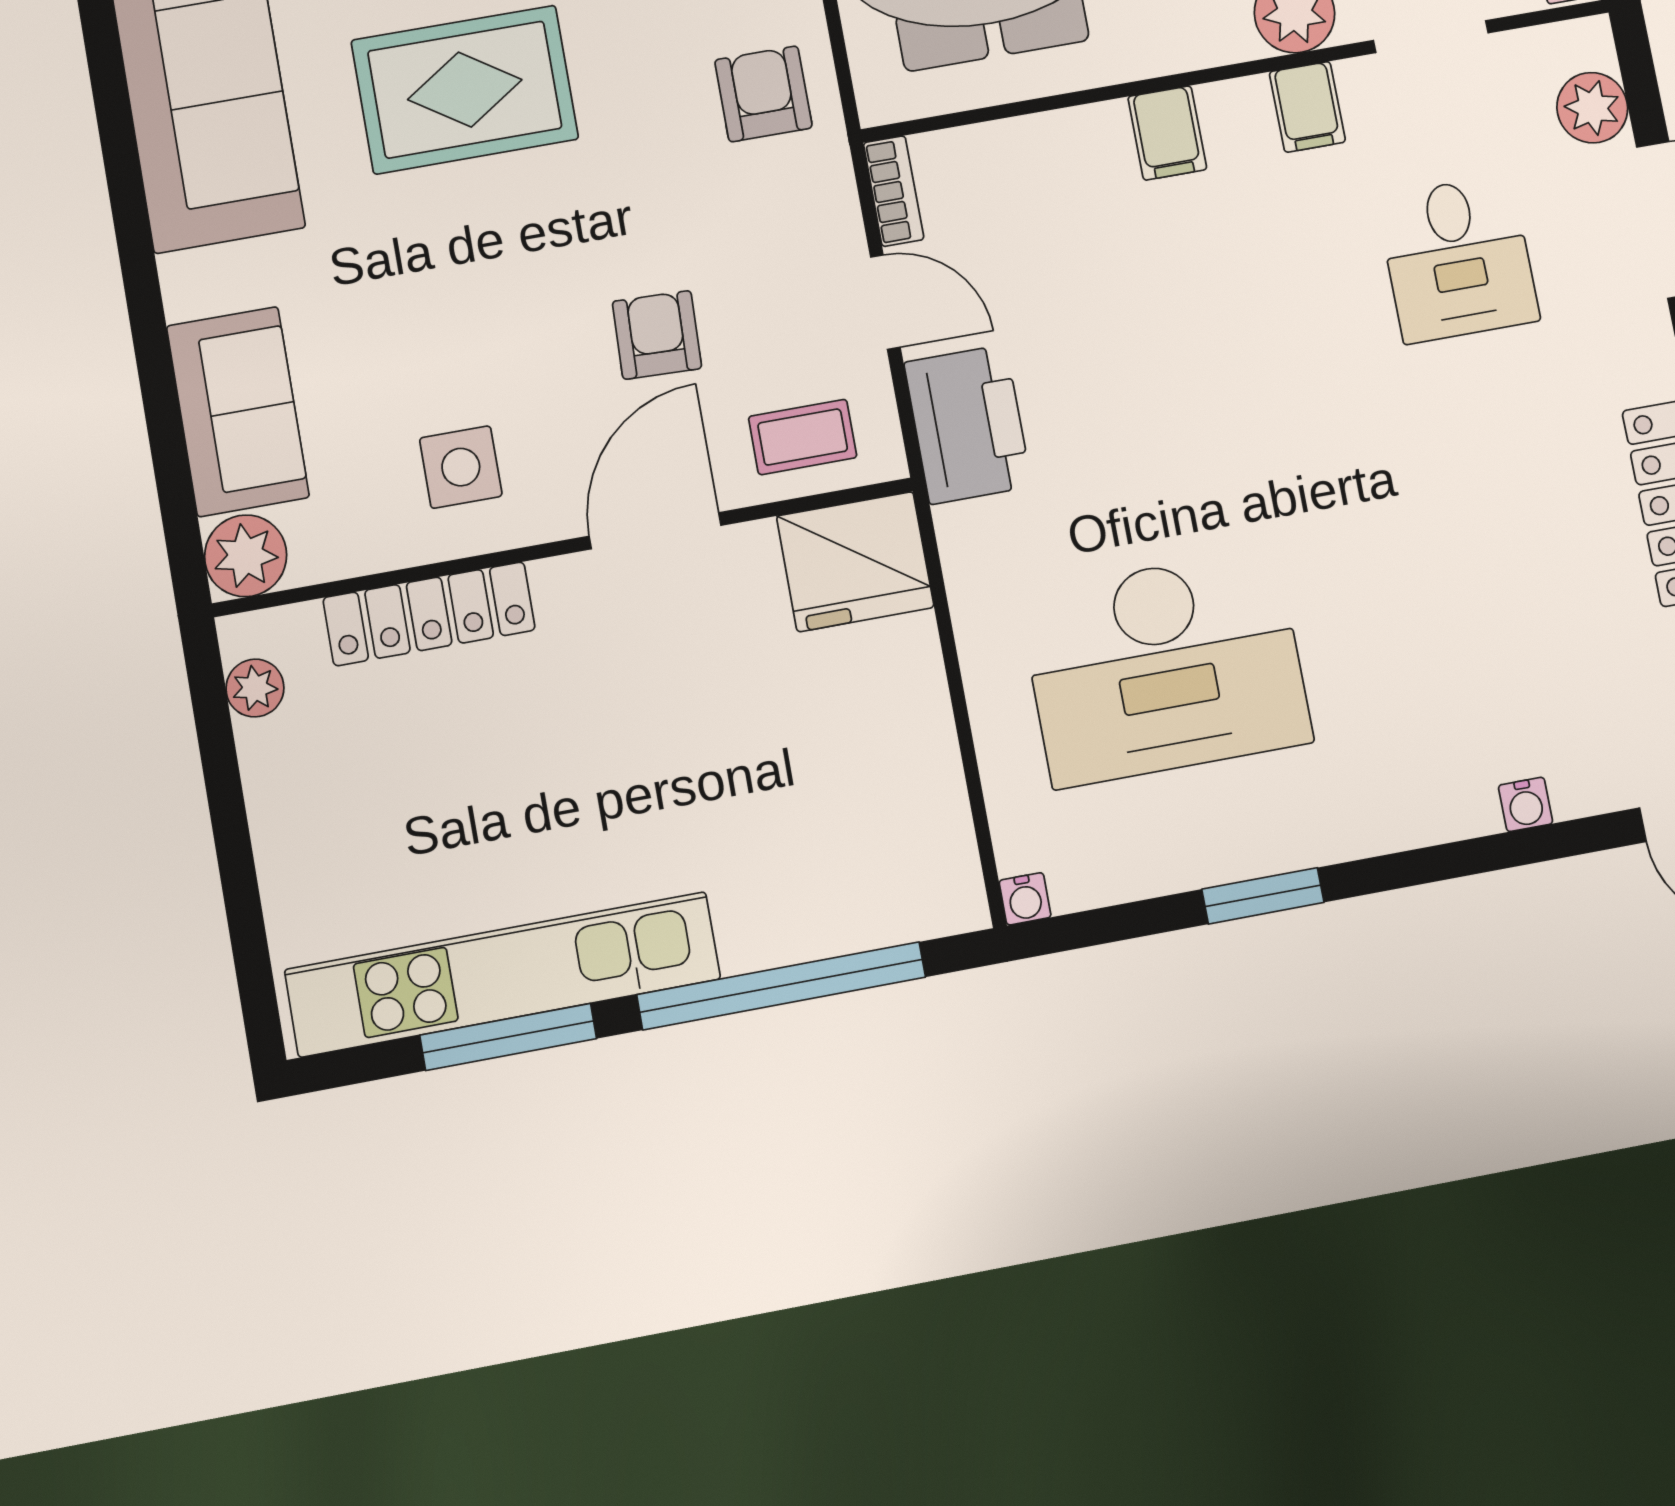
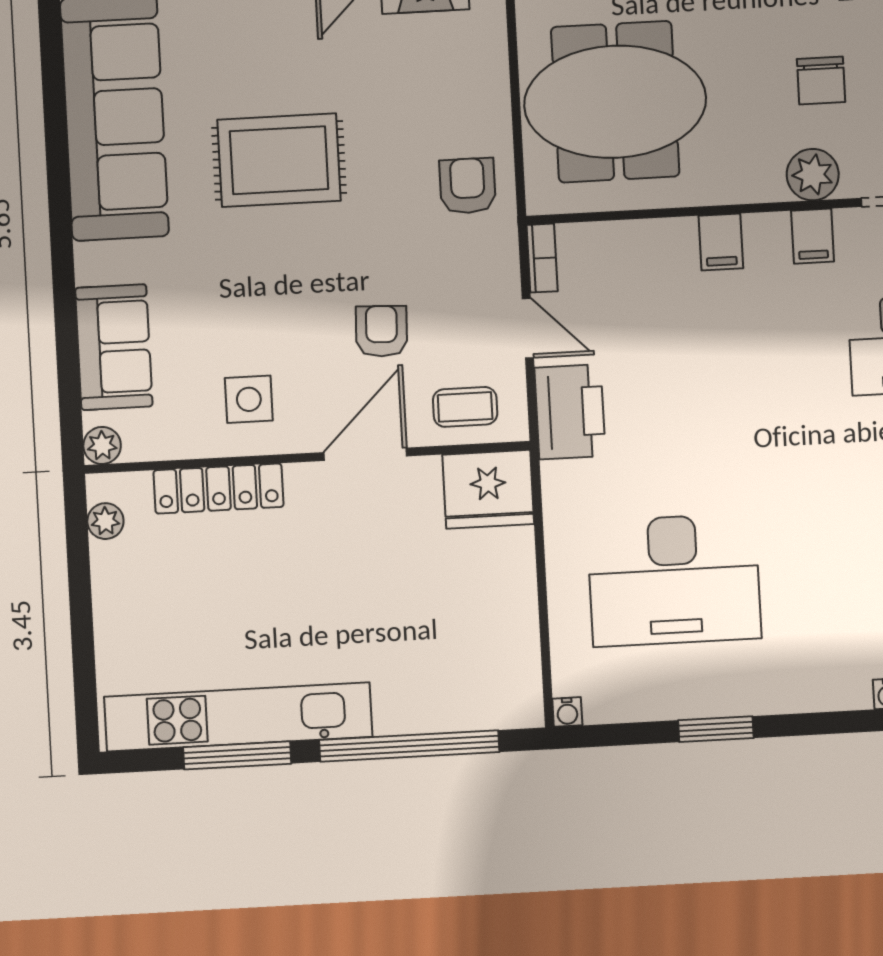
plant: (246, 556) -> (102, 445), width x0.73, depth x0.73

